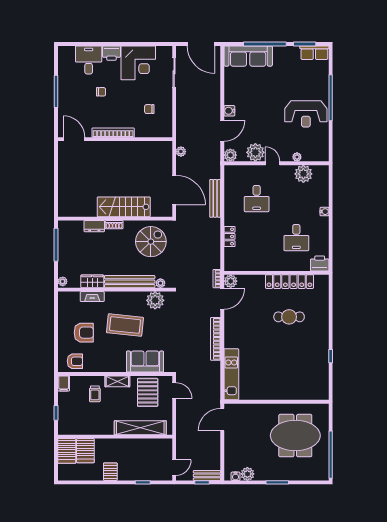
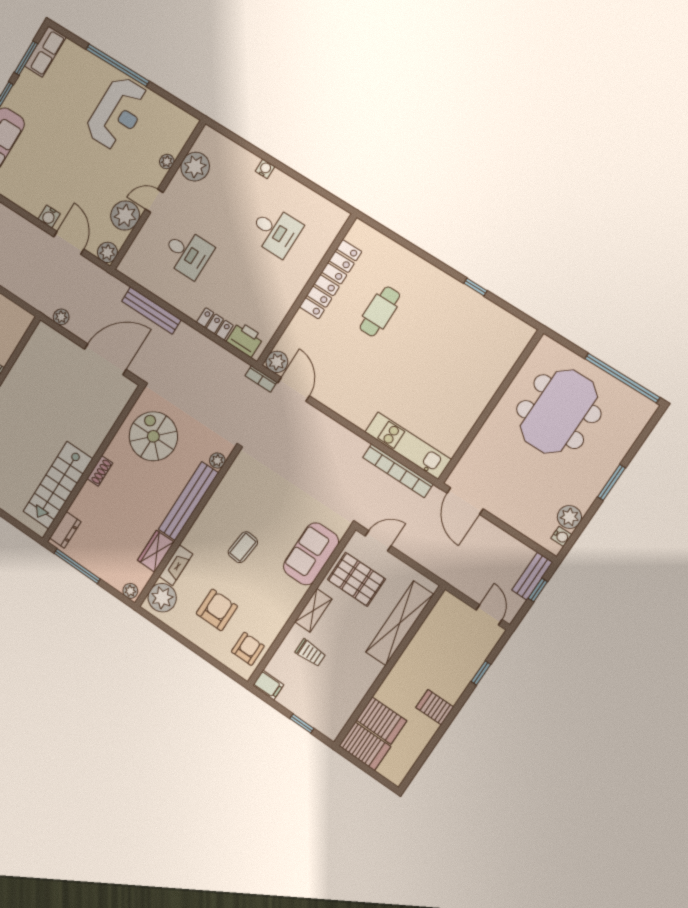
stairs: (124, 207) -> (58, 485), moved
dresser: (94, 226) -> (65, 530), moved
printer: (320, 263) -> (245, 339), moved, turned 90
plant: (155, 300) -> (162, 598), moved
coffee table: (125, 325) -> (243, 547), width x0.54, depth x0.58
bookcase: (216, 339) -> (398, 471), moved

